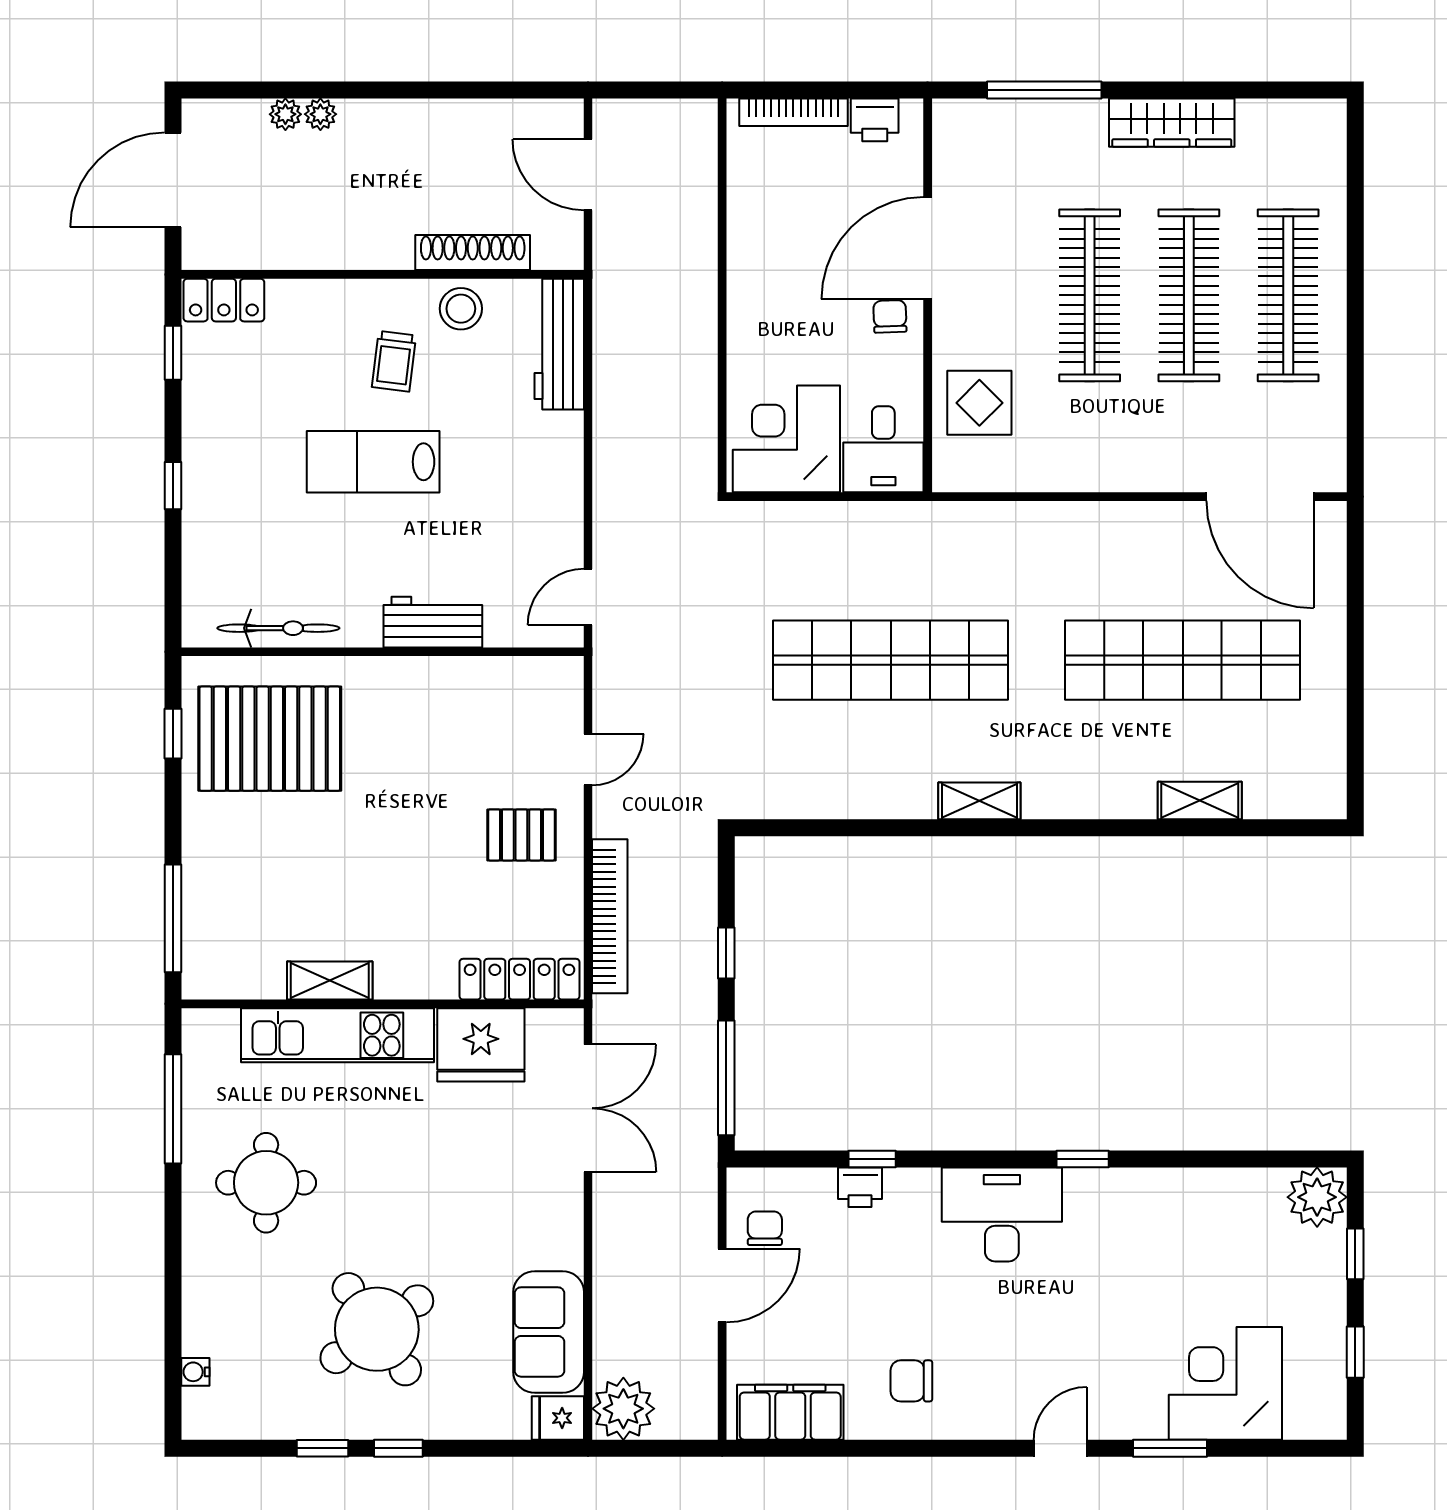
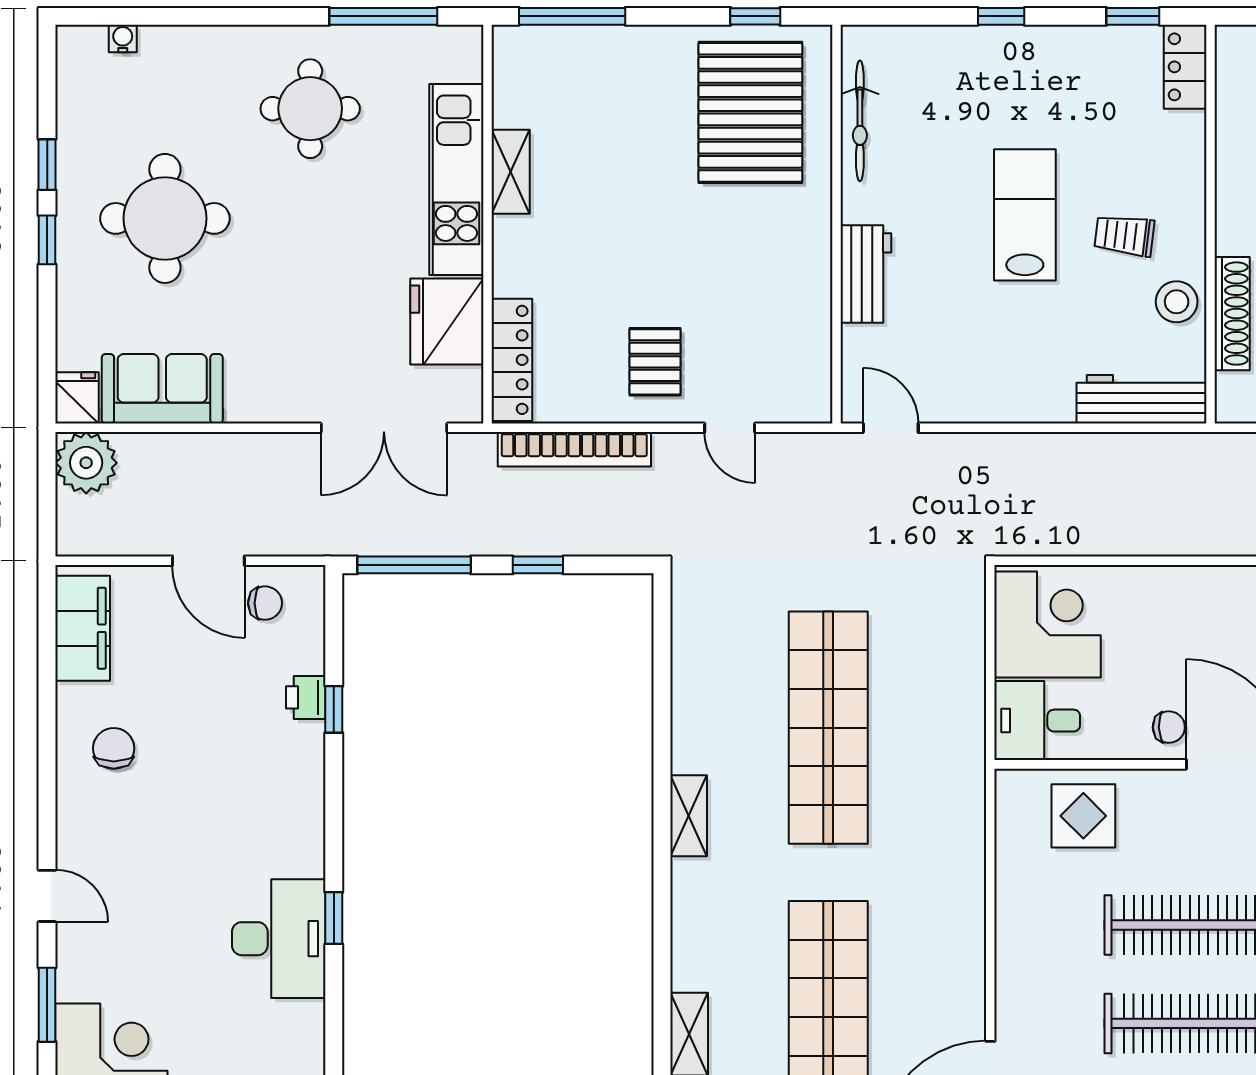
desk: (1002, 1214) -> (279, 939), moved
round table: (377, 1329) -> (165, 218), turned 35

